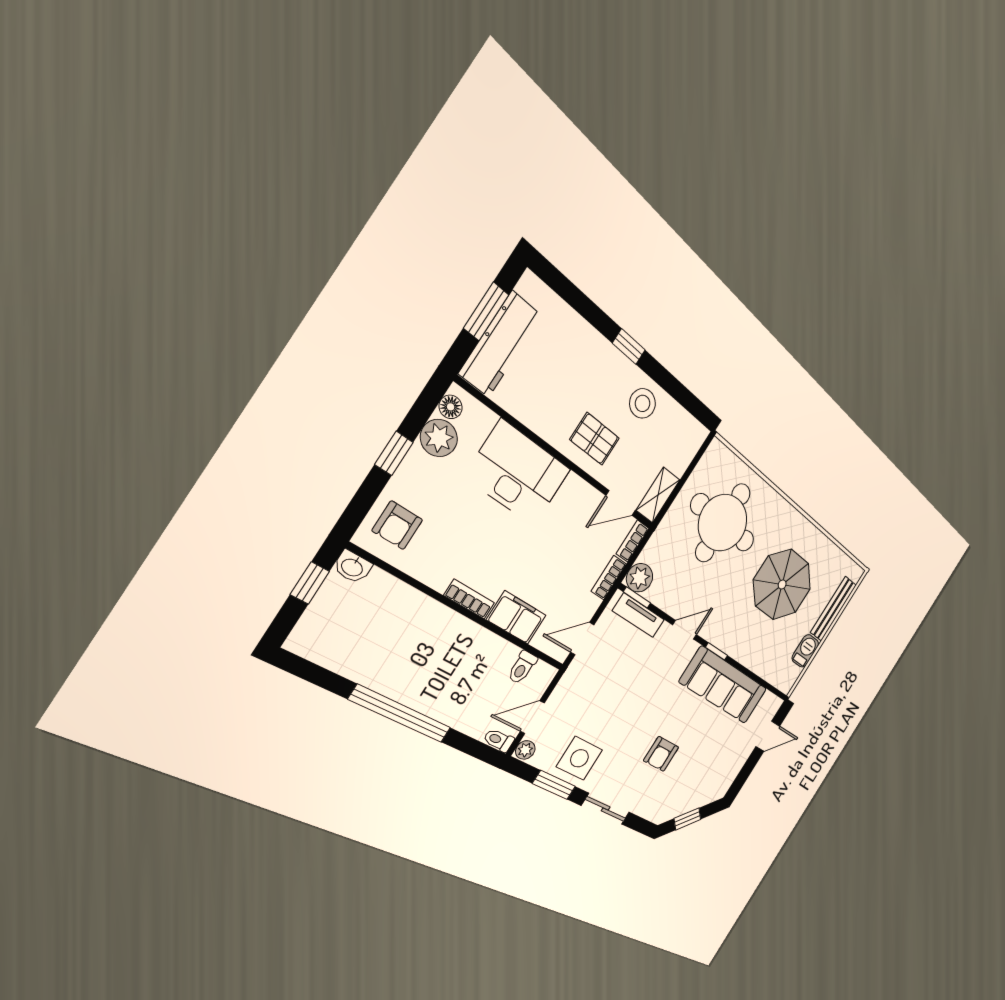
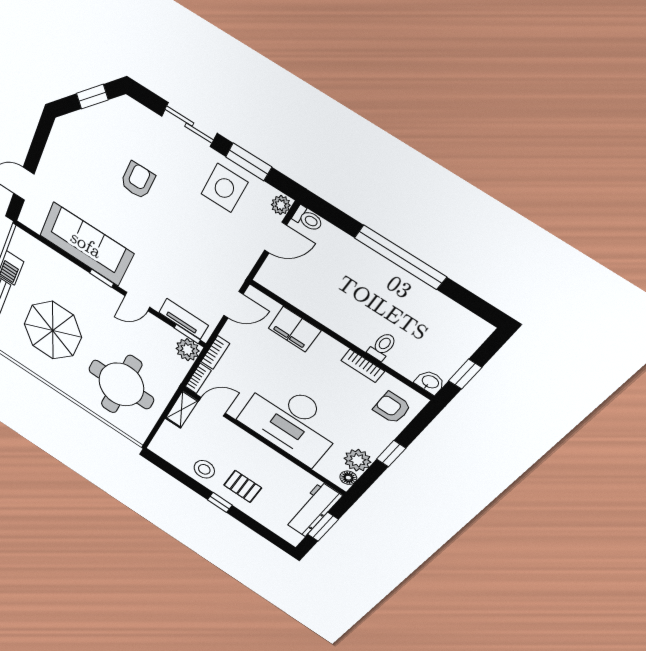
pallet: (595, 439) -> (243, 486), moved
desk: (518, 473) -> (291, 422), width x1.36, depth x1.30
armchair: (397, 525) -> (392, 408), turned -90
bookcase: (469, 599) -> (363, 366), moved
toilet: (522, 667) -> (382, 347), moved

